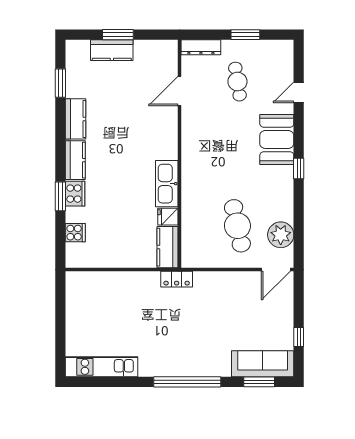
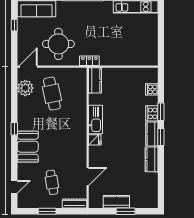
kitchen counter: (112, 50) -> (116, 202), moved
window: (60, 83) -> (161, 137), moved
door: (299, 92) -> (14, 187), moved
fridge: (168, 217) -> (95, 140), moved
round table: (227, 306) -> (58, 44), added

